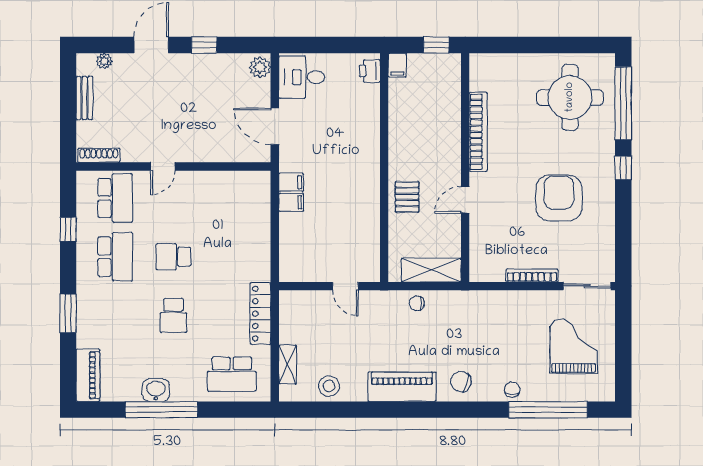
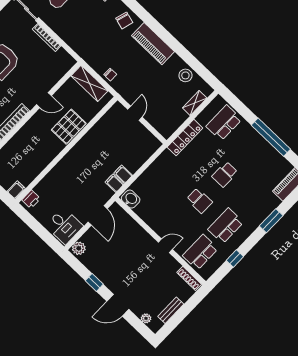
pallet: (407, 197) -> (69, 127), width x1.50, depth x1.42
school desk: (173, 315) -> (225, 174), turned 180
school desk: (232, 374) -> (224, 123), turned -90
washbasin: (156, 390) -> (131, 199), moved, turned 180

